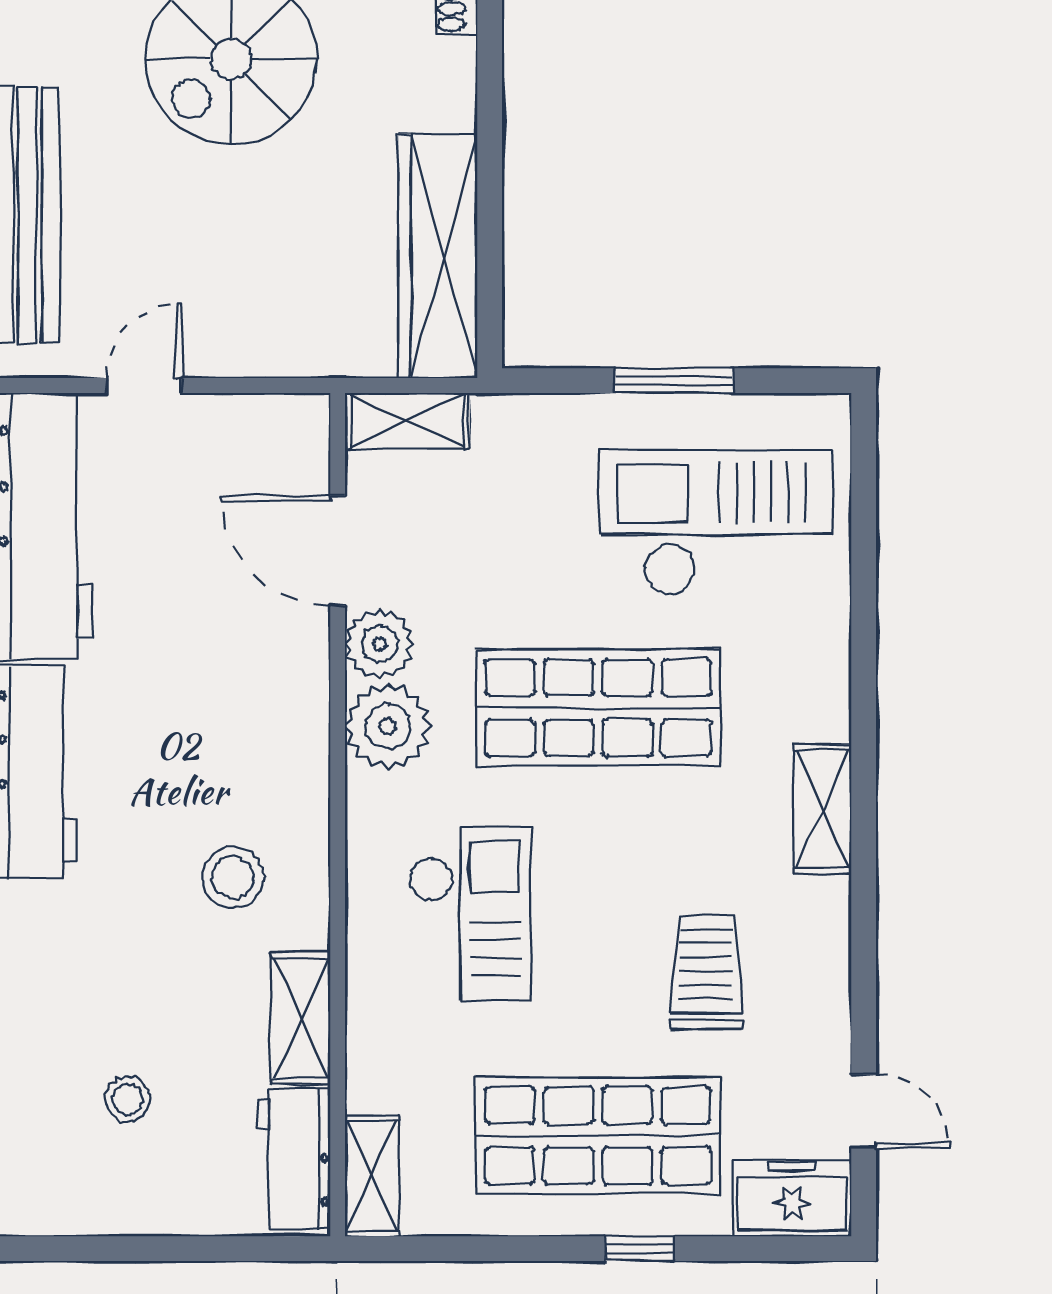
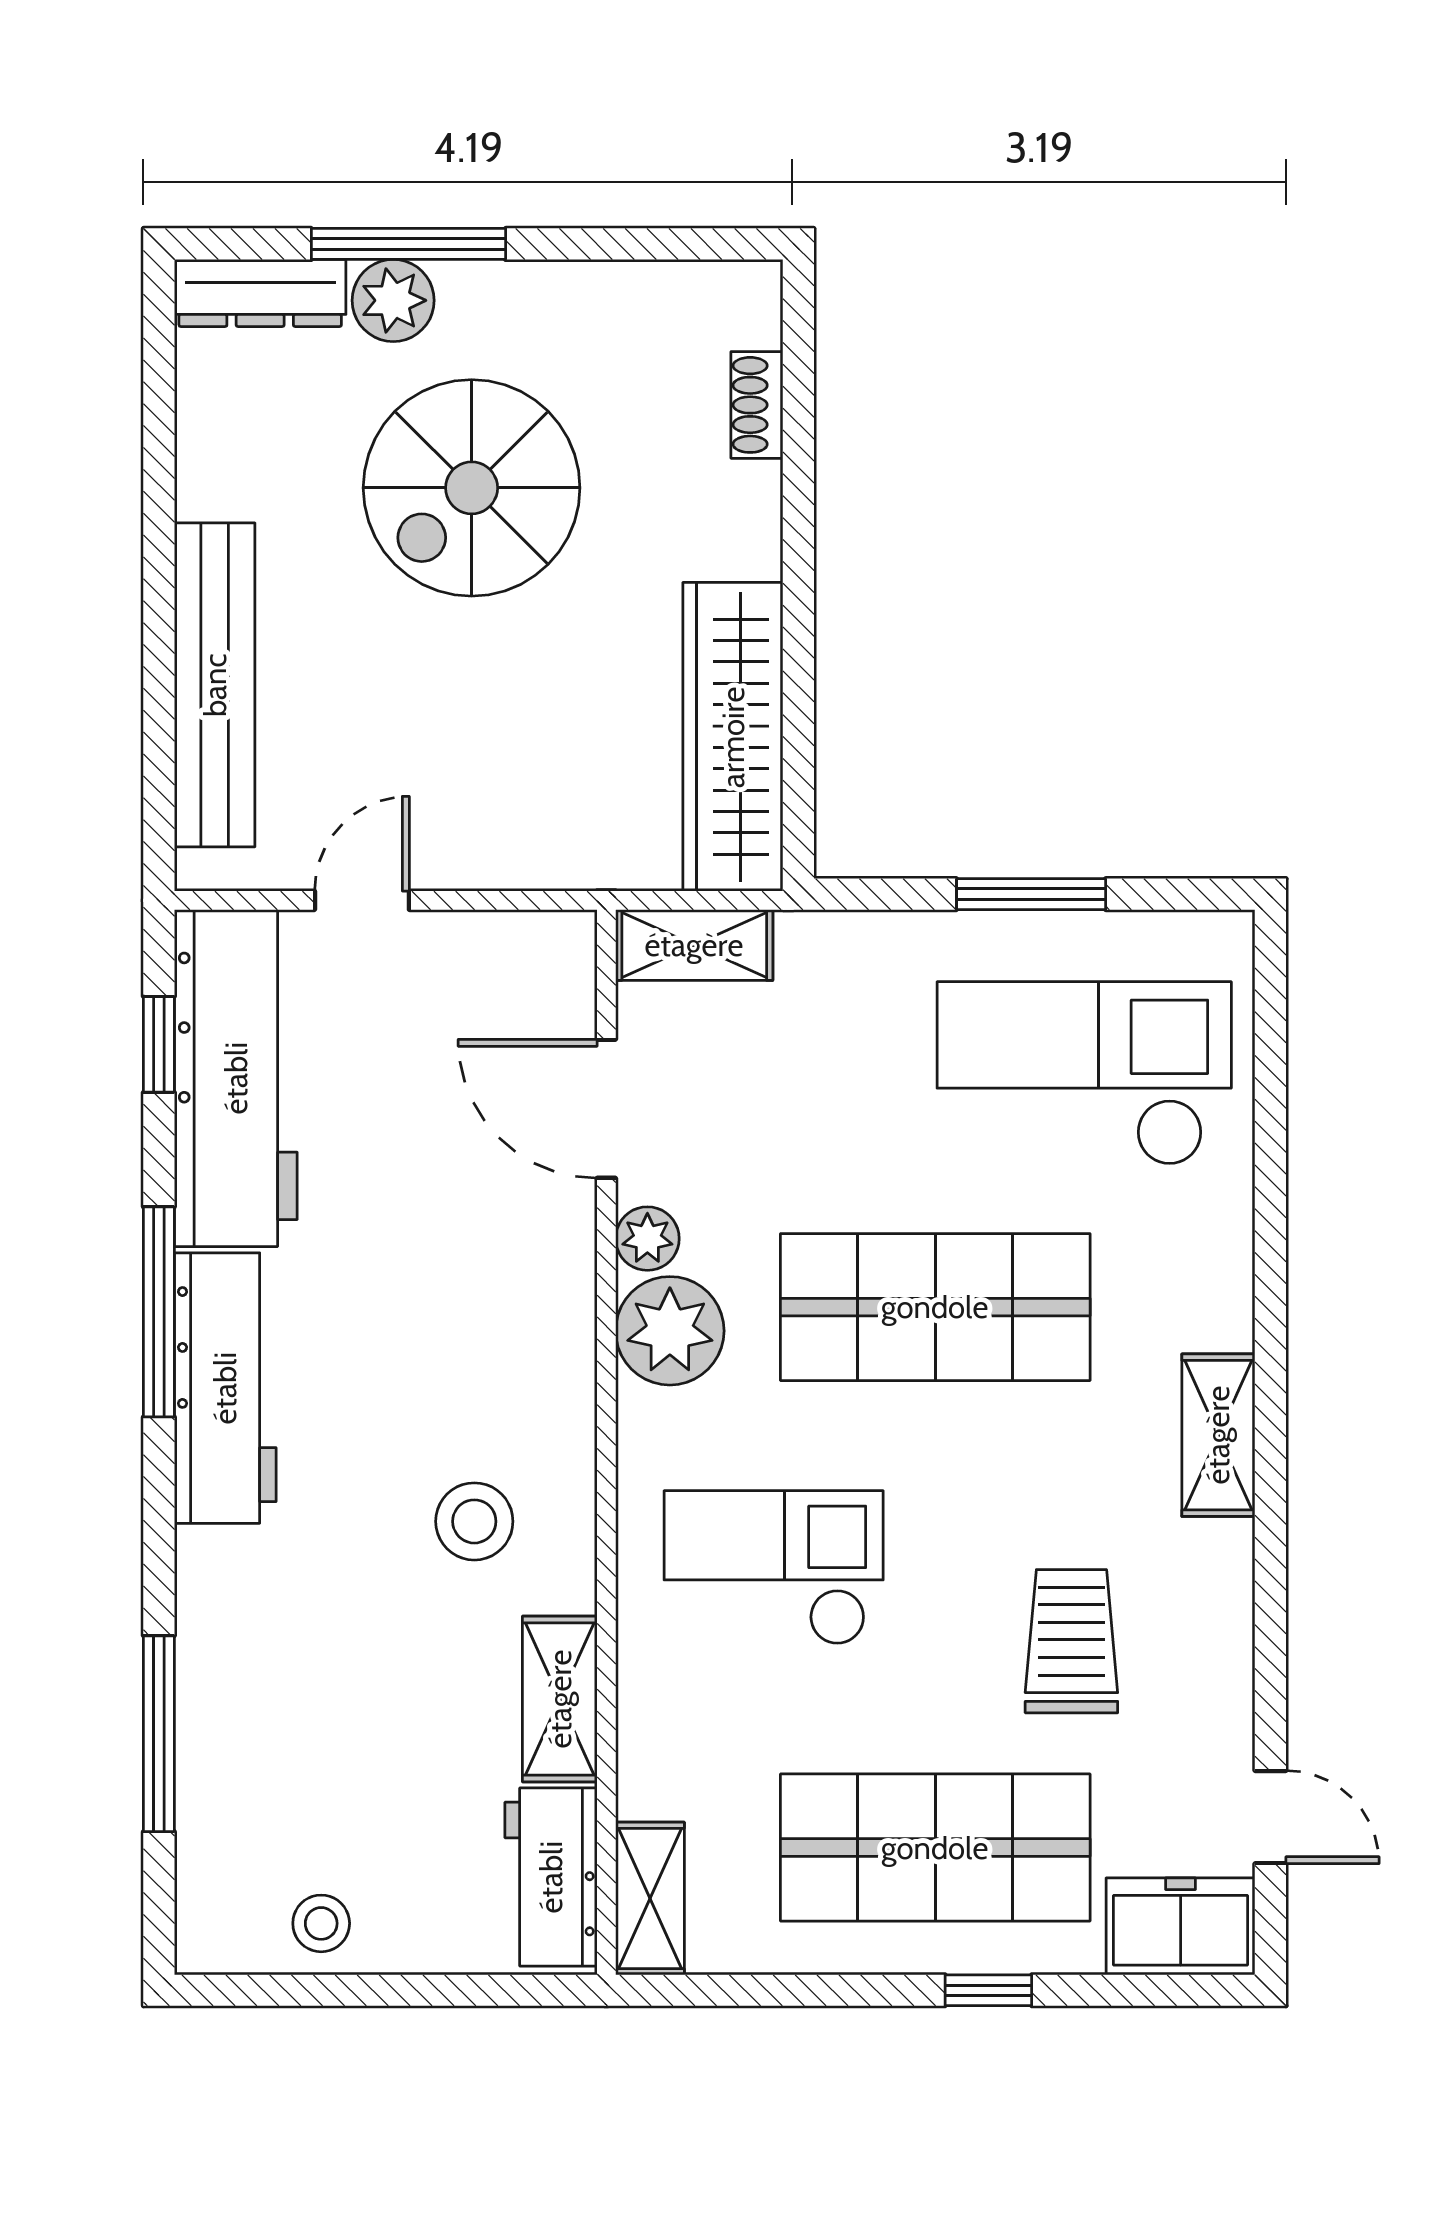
plant: (380, 644) -> (647, 1239), width x0.73, depth x0.73
checkout: (470, 914) -> (774, 1568), turned -90
stool: (128, 1099) -> (321, 1923), moved

